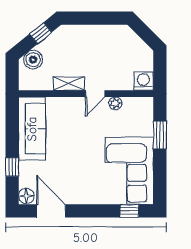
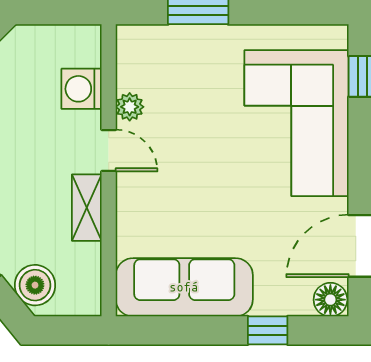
washing machine: (143, 81) -> (82, 89), moved
corner sofa: (129, 171) -> (297, 123), moved, turned 90

